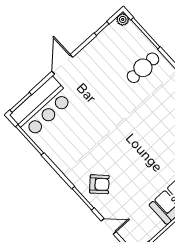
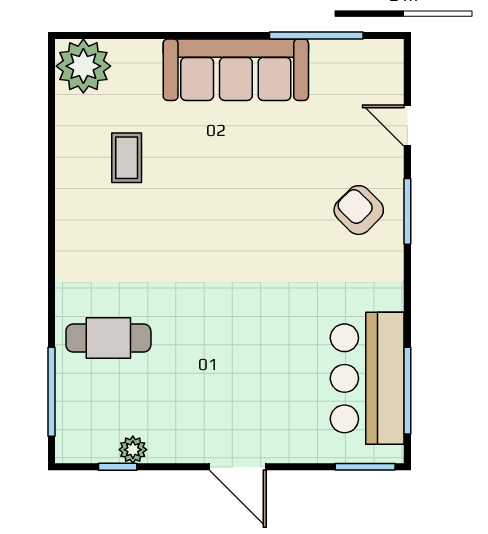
plant: (123, 19) -> (133, 450), moved
door: (62, 64) -> (238, 467), hinge flipped
bar counter: (42, 107) -> (367, 378), moved, turned -90

